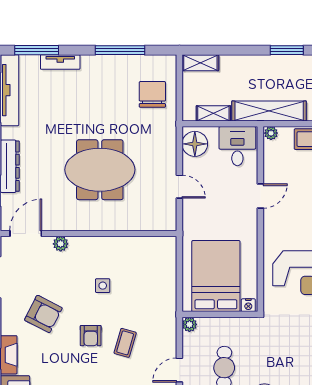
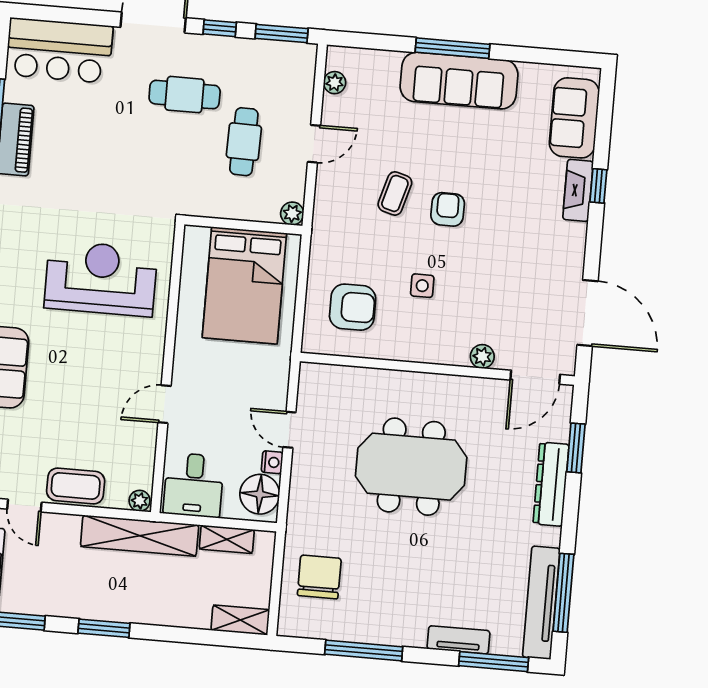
chair: (152, 94) -> (319, 577), turned 180
nightstand: (248, 305) -> (272, 462), moved, turned 90
armchair: (43, 314) -> (353, 307), moved, turned 153

